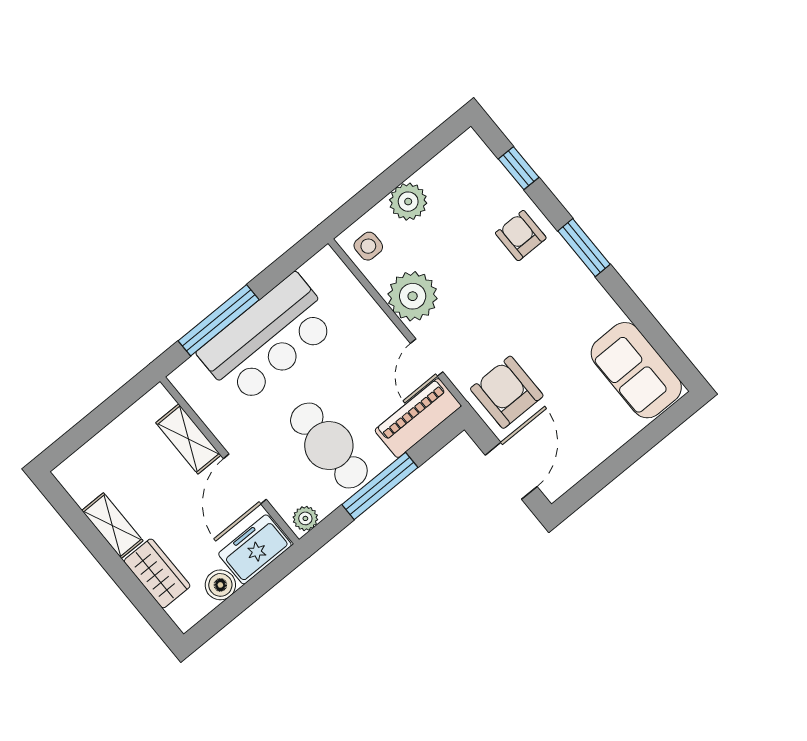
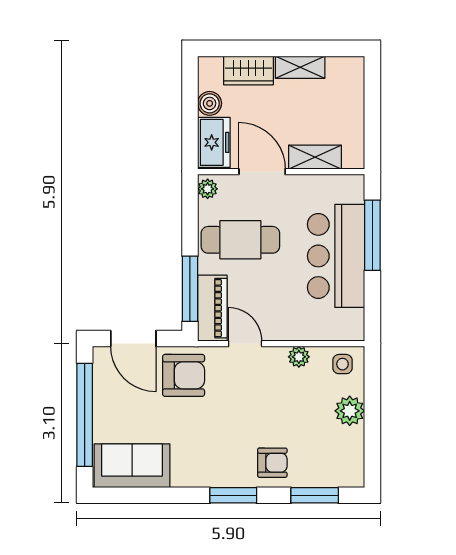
window: (519, 168) -> (315, 495), width x1.50
plant: (413, 296) -> (299, 357), width x0.53, depth x0.53
window: (625, 457) -> (85, 415), added
window: (380, 486) -> (190, 289), moved

